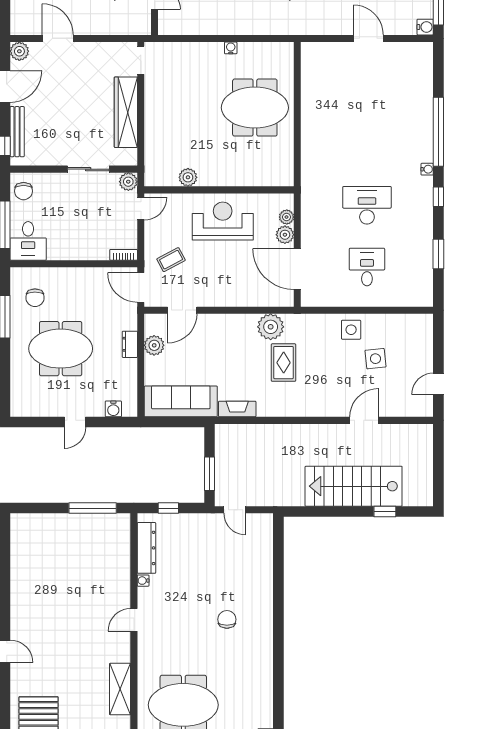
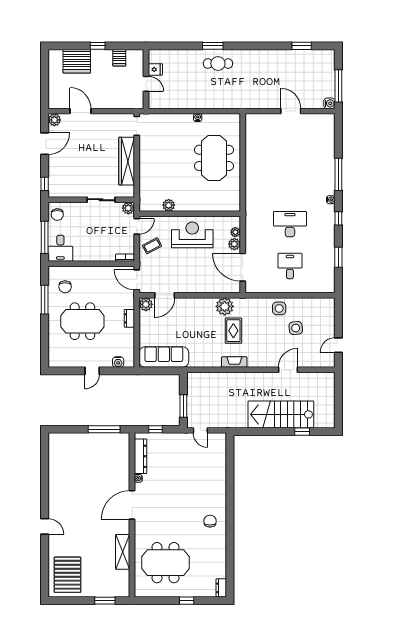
meeting table: (255, 108) -> (214, 158), turned 90
bench: (17, 132) -> (53, 174), removed
window: (438, 132) -> (338, 174), width x0.68
coffee table: (171, 260) -> (152, 246), moved
plant: (154, 345) -> (146, 304), moved
fireplace: (237, 409) -> (234, 362), moved
chair: (227, 619) -> (210, 521), moved
door: (134, 620) -> (132, 505), width x1.87

